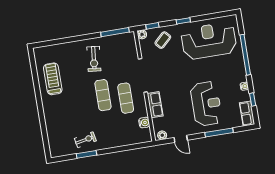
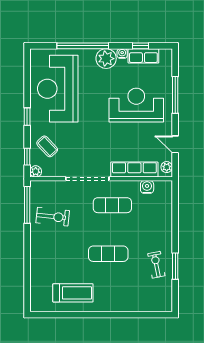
exercise bike: (94, 59) -> (53, 217), moved
plant: (238, 74) -> (106, 59), added
treadmill: (53, 79) -> (73, 293), turned 180
exercise mat: (103, 95) -> (108, 254), moved
row of seats: (155, 105) -> (134, 170), width x1.48
row of seats: (247, 114) -> (143, 56), moved
door: (181, 139) -> (175, 144), swing flipped

